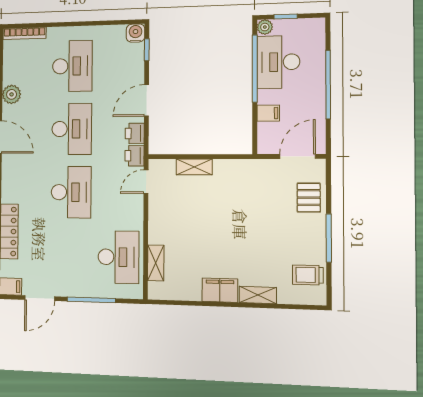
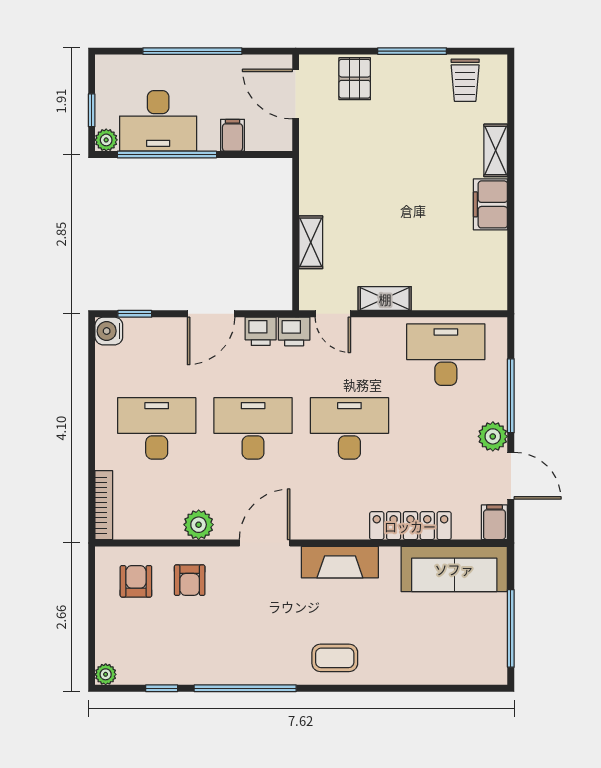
door: (146, 100) -> (211, 314), hinge flipped
pallet: (309, 198) -> (355, 79), turned 90
shelving: (156, 263) -> (385, 299), moved
plant: (65, 287) -> (493, 436), added

